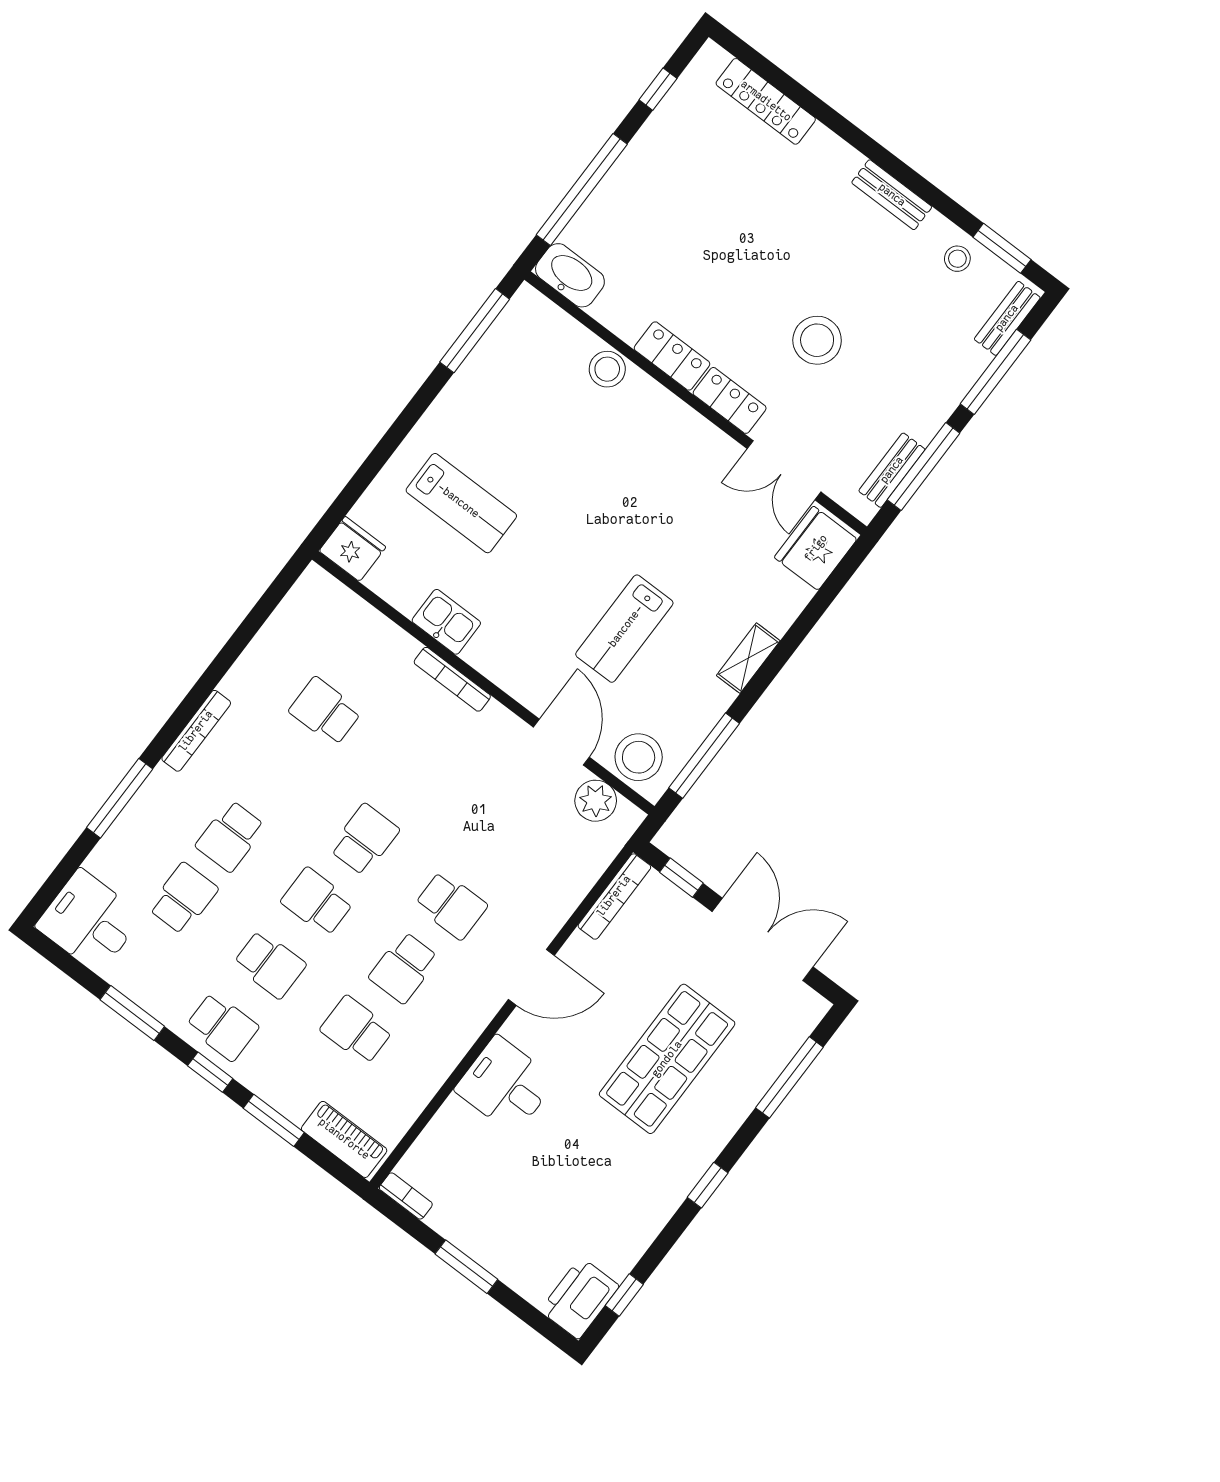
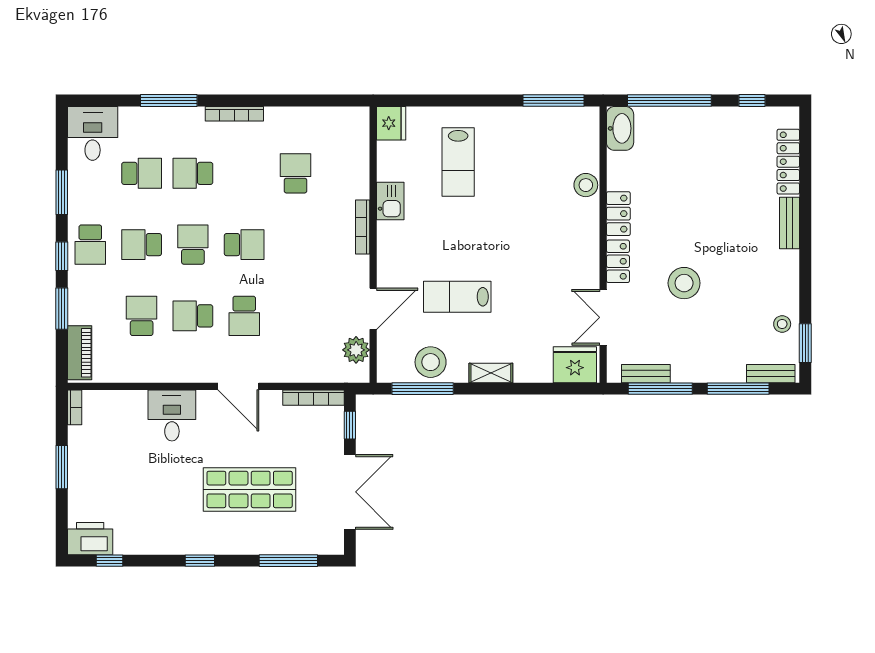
bench: (892, 195) -> (790, 223), moved
stool: (639, 757) -> (431, 362), moved
school desk: (270, 964) -> (142, 245), turned 90

